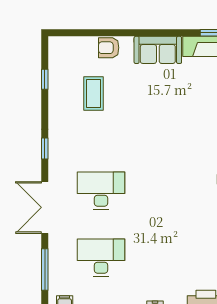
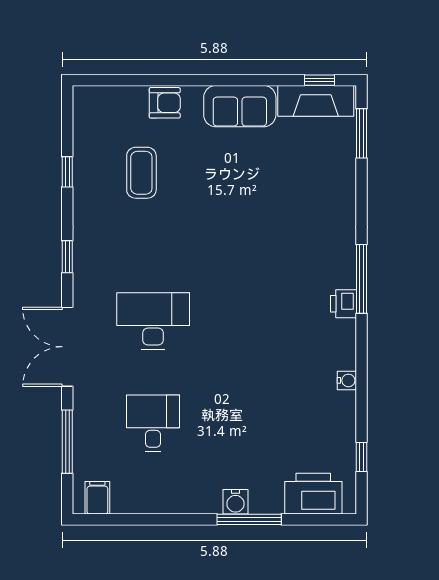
armchair: (109, 48) -> (165, 103), turned 180
window: (45, 79) -> (67, 172), moved
desk: (101, 258) -> (153, 423), width x0.73

